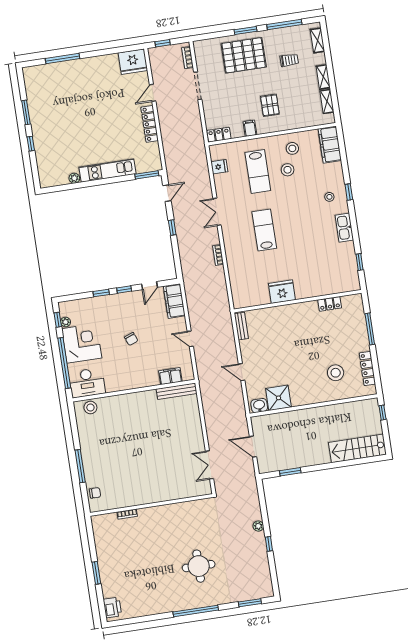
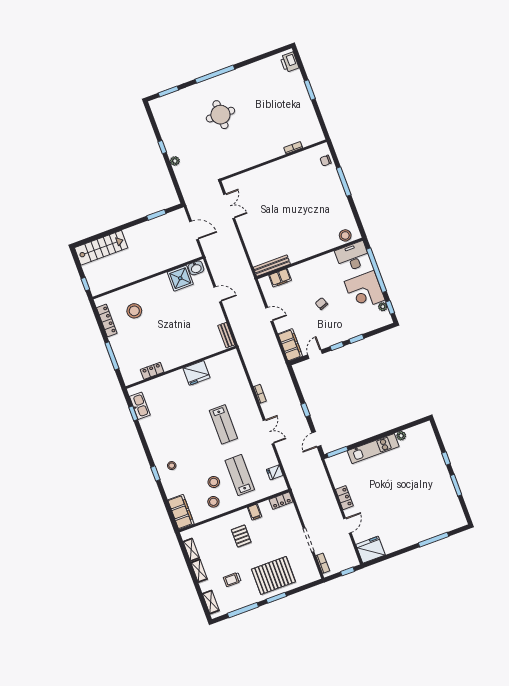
locker: (150, 124) -> (344, 498), width x0.66
kitchen sink: (344, 228) -> (140, 406), moved

